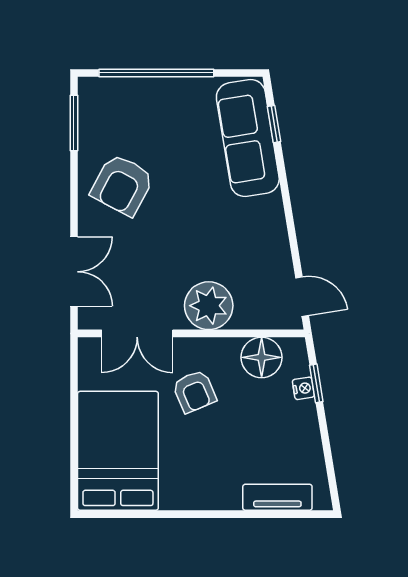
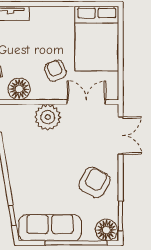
floor lamp: (100, 97) -> (106, 230), added
sofa: (248, 138) -> (50, 228), moved, turned -81
double door: (74, 272) -> (121, 135), swing flipped

